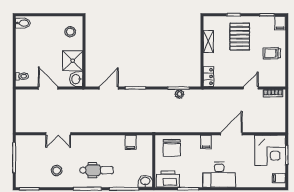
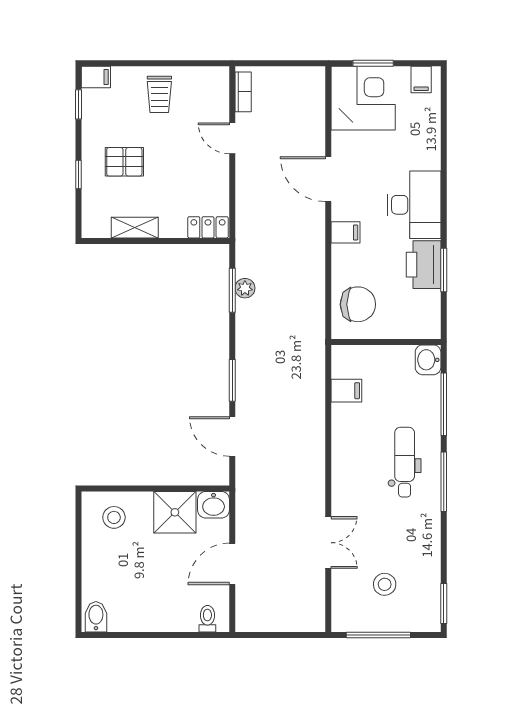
pallet: (240, 37) -> (124, 162), width x0.67, depth x0.71
stool: (57, 170) -> (385, 584), moved
printer: (168, 179) -> (424, 265), moved

